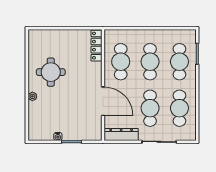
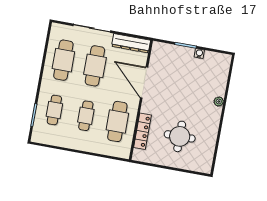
locker: (96, 46) -> (142, 131), moved
cafe table: (150, 62) -> (86, 116), width x0.73, depth x0.74
cafe table: (179, 62) -> (54, 110), width x0.73, depth x0.74
round table: (51, 72) -> (180, 136), moved

